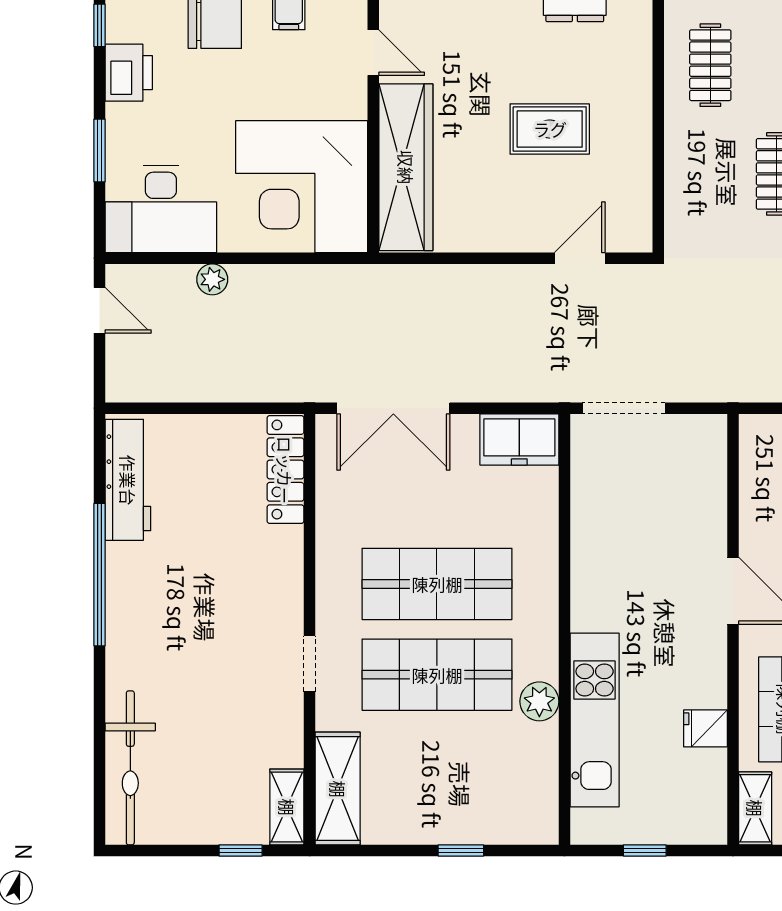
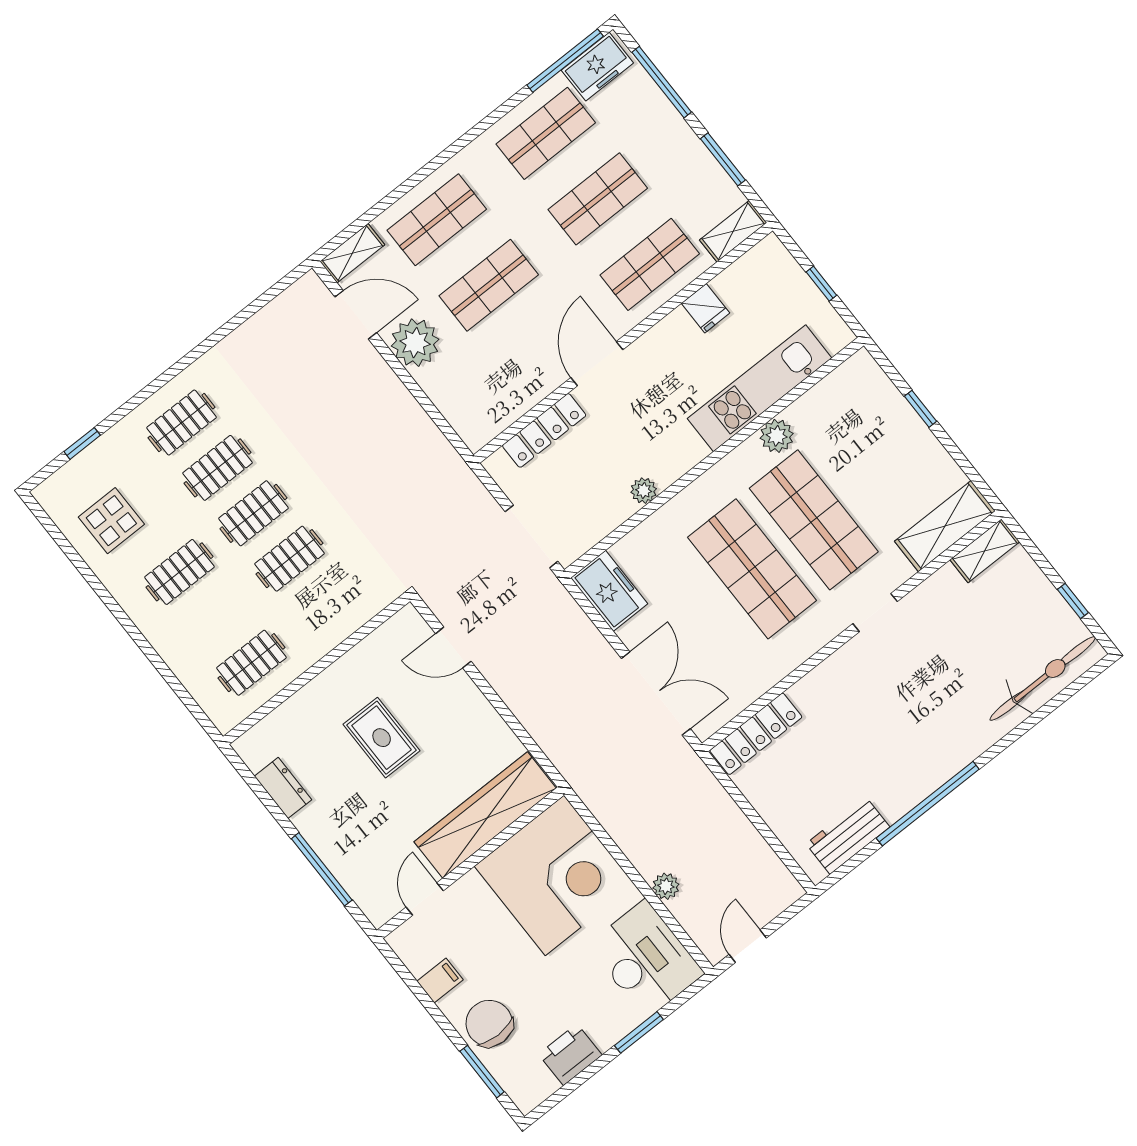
window: (100, 25) -> (554, 1100), removed
workbench: (128, 480) -> (848, 835), width x0.73
locker: (711, 495) -> (544, 430), added
plant: (585, 542) -> (644, 491), added
window: (241, 850) -> (1073, 601), moved

